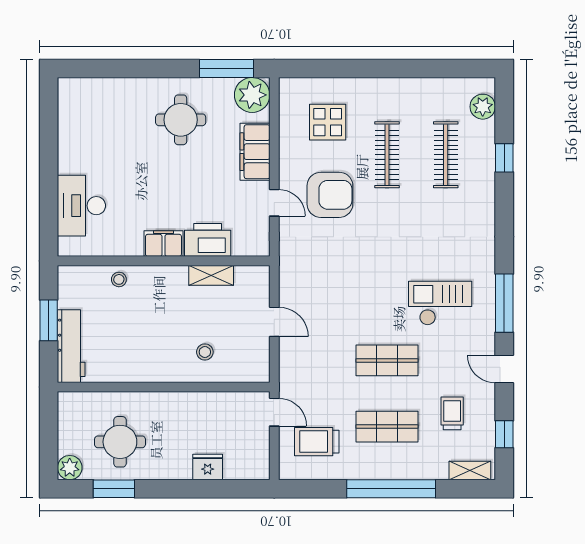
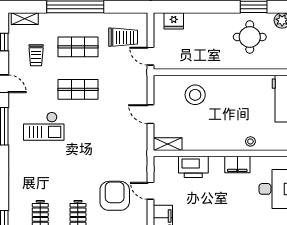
armchair: (330, 195) -> (115, 196), turned 90
filing cabinet: (163, 244) -> (237, 165), moved
shelving: (211, 275) -> (168, 144), moved
stool: (205, 352) -> (195, 95), width x1.89, depth x1.89
fridge: (208, 467) -> (174, 21), moved

